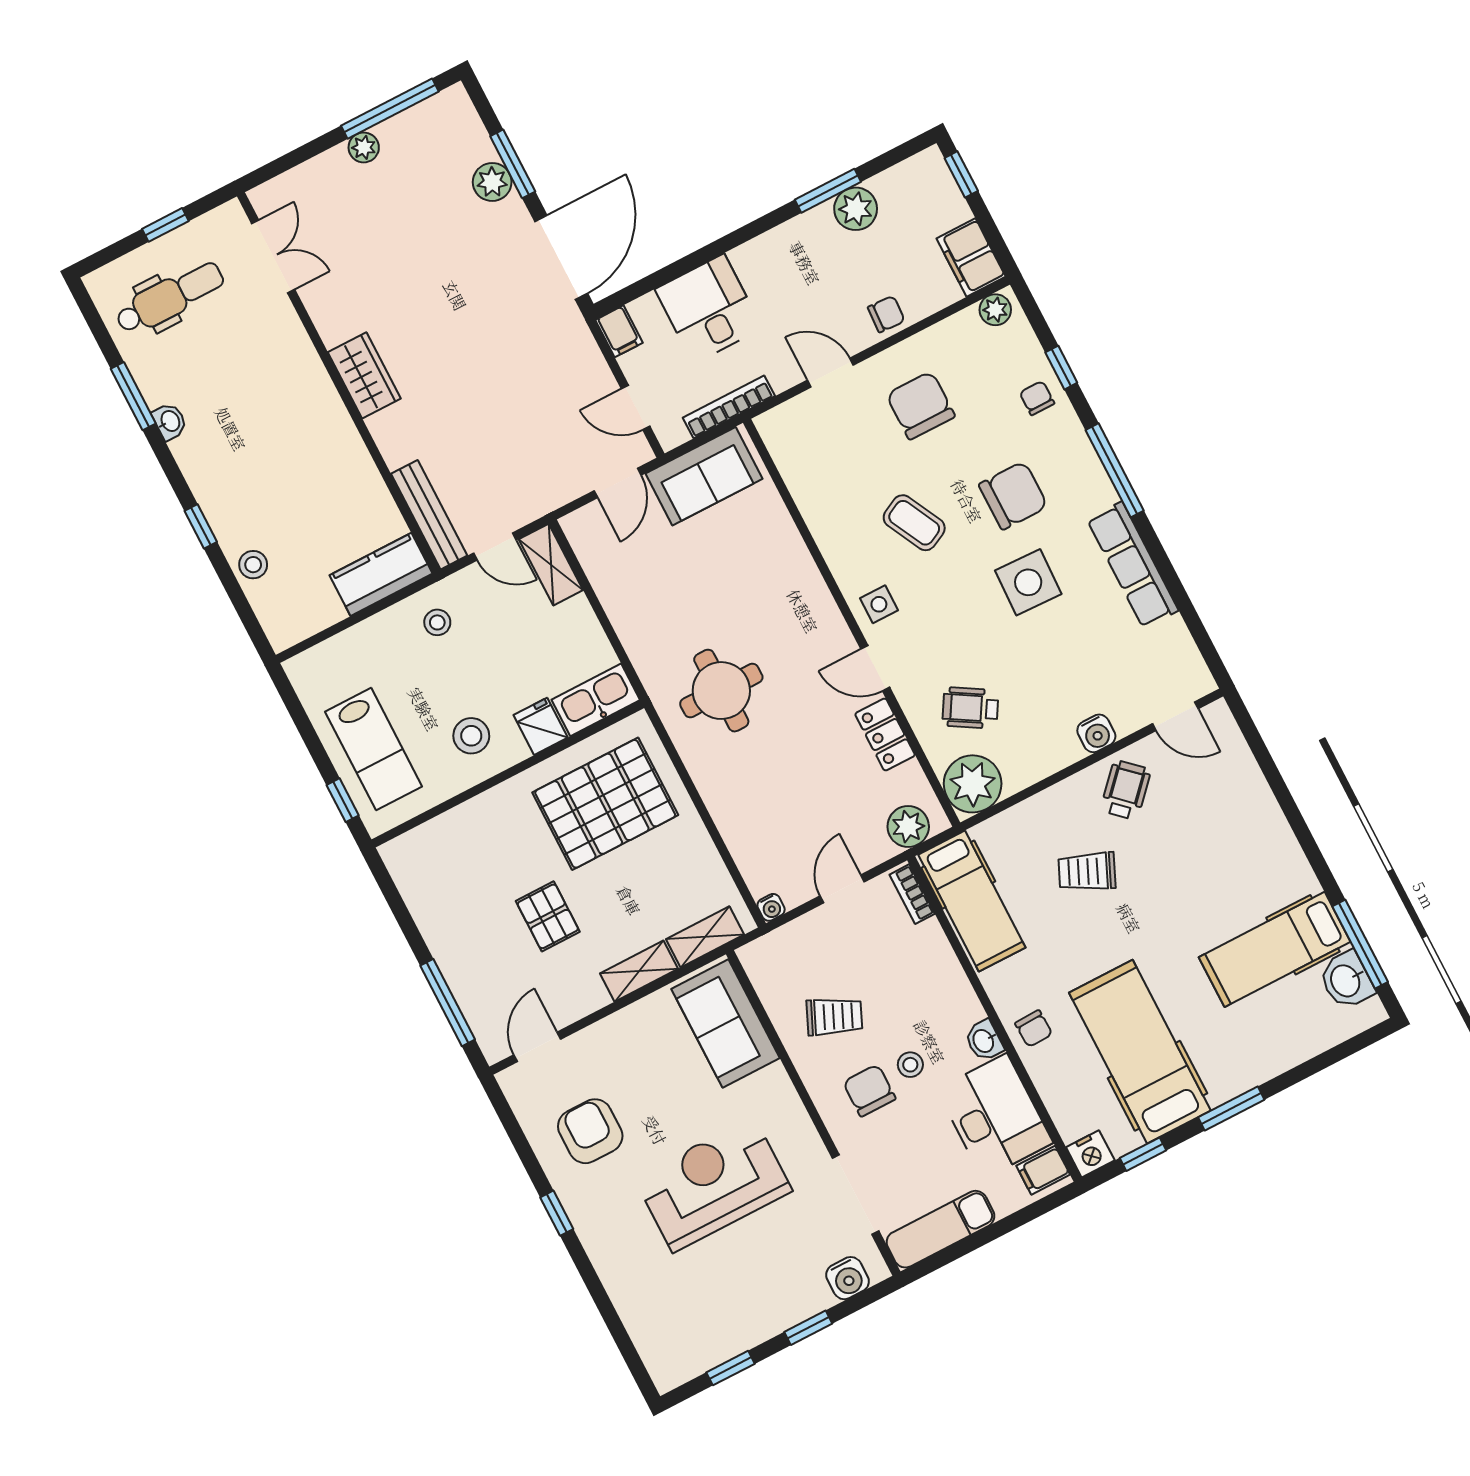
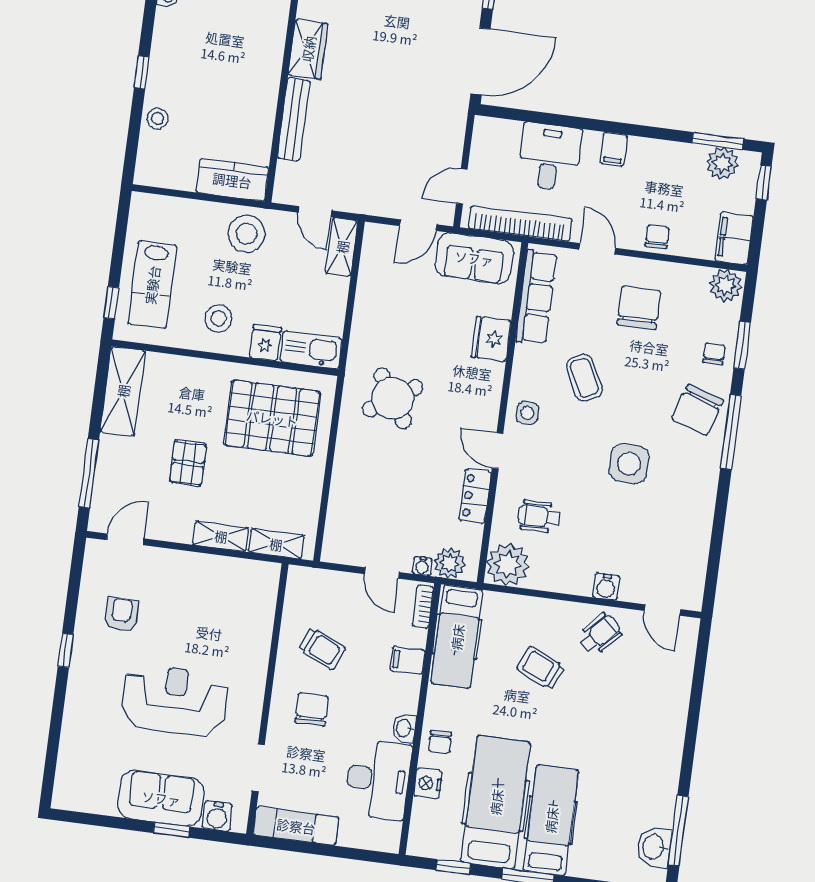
window: (828, 191) -> (718, 141), moved
plant: (856, 209) -> (722, 164), moved
plant: (995, 310) -> (726, 285), width x1.38, depth x1.38
chair: (886, 314) -> (657, 237), turned -93
filing cabinet: (619, 331) -> (614, 149), moved
window: (1061, 368) -> (742, 345), width x1.50
door: (636, 407) -> (462, 186), hinge flipped
bookcase: (729, 407) -> (520, 223), width x1.48, depth x1.31
chair: (1013, 495) -> (697, 410), moved, turned 108
bench: (429, 515) -> (294, 119), moved
fridge: (783, 551) -> (491, 339), added
row of seats: (1133, 565) -> (536, 297), moved, turned 180
stool: (437, 622) -> (246, 234), width x1.89, depth x1.89
round table: (721, 691) -> (393, 398), turned -33
wheelchair: (970, 708) -> (539, 516), turned -31
shelving: (422, 888) -> (123, 391), added
door: (842, 889) -> (382, 573), swing flipped
water cooler: (771, 907) -> (422, 566), moved
hospital bed: (1275, 949) -> (551, 820), moved, turned 90
sofa: (726, 1023) -> (161, 798), moved, turned 90
stool: (910, 1065) -> (348, 711), removed
armchair: (590, 1131) -> (122, 614), width x0.72, depth x0.72
nightstand: (1090, 1154) -> (428, 783), moved, turned 90
filing cabinet: (1043, 1170) -> (408, 660), moved
doorway: (856, 1195) -> (258, 768), width x0.73
window: (731, 1368) -> (106, 821), removed

